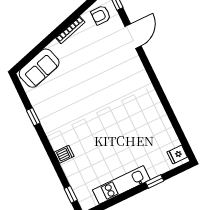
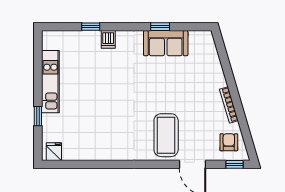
sofa: (39, 68) -> (166, 43), moved, turned -74
coffee table: (120, 69) -> (166, 135), added
window: (71, 194) -> (91, 27), moved

